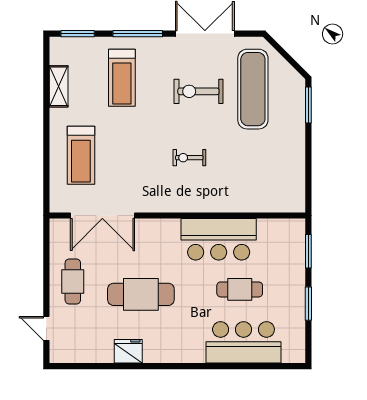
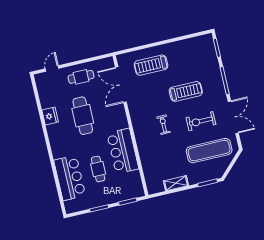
treadmill: (122, 78) -> (186, 91), moved, turned 180
shelving: (59, 86) -> (176, 183), moved
exercise bike: (198, 91) -> (201, 121), turned -90

